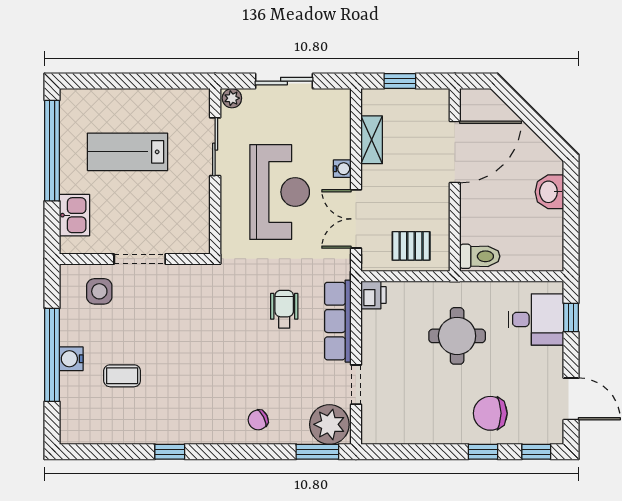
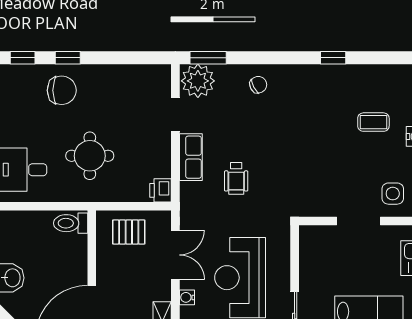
row of seats: (338, 321) -> (191, 157), width x0.68

